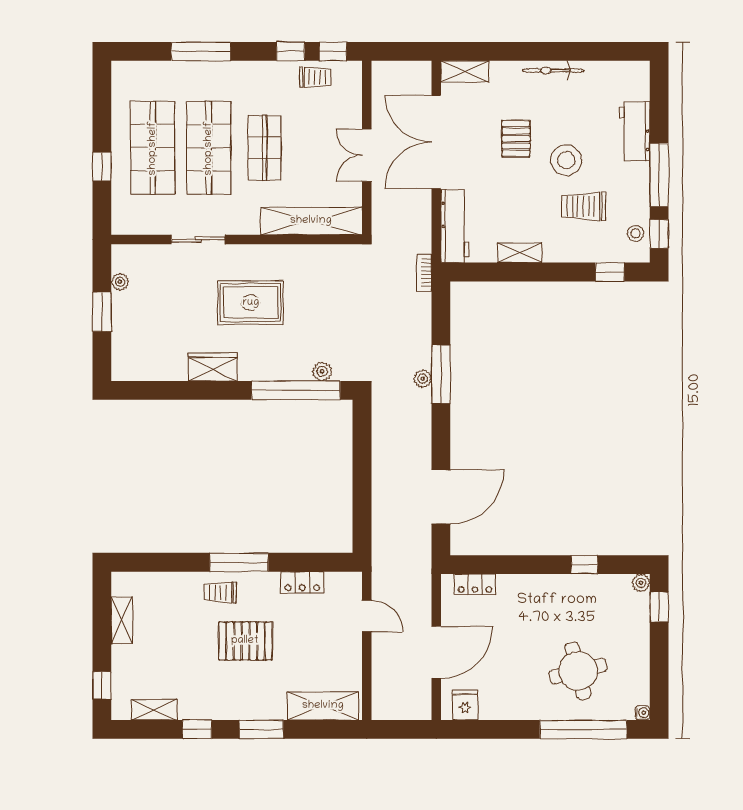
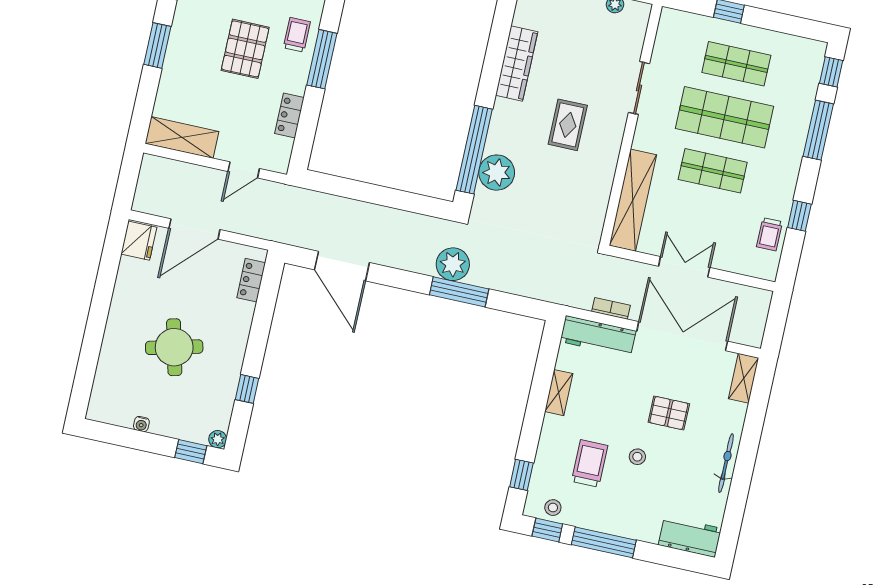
window: (333, 51) -> (831, 72), moved
workbench: (635, 131) -> (690, 537), moved
shop shelf: (153, 148) -> (736, 64), width x0.70, depth x0.74
stool: (566, 160) -> (637, 457), width x0.53, depth x0.53
bookcase: (424, 273) -> (611, 308), moved
rug: (251, 303) -> (568, 125), width x0.73, depth x0.70
wardrobe: (213, 367) -> (517, 63), width x1.50
plant: (322, 371) -> (497, 173), width x1.88, depth x1.88
plant: (423, 379) -> (453, 264), width x1.87, depth x1.87
door: (436, 652) -> (194, 229), hinge flipped
round table: (578, 671) -> (174, 347), moved
fridge: (465, 705) -> (139, 241), width x1.38
shelving: (323, 706) -> (182, 138), moved, turned 90
water cooler: (643, 713) -> (141, 424), moved
window: (583, 729) -> (90, 353), removed

